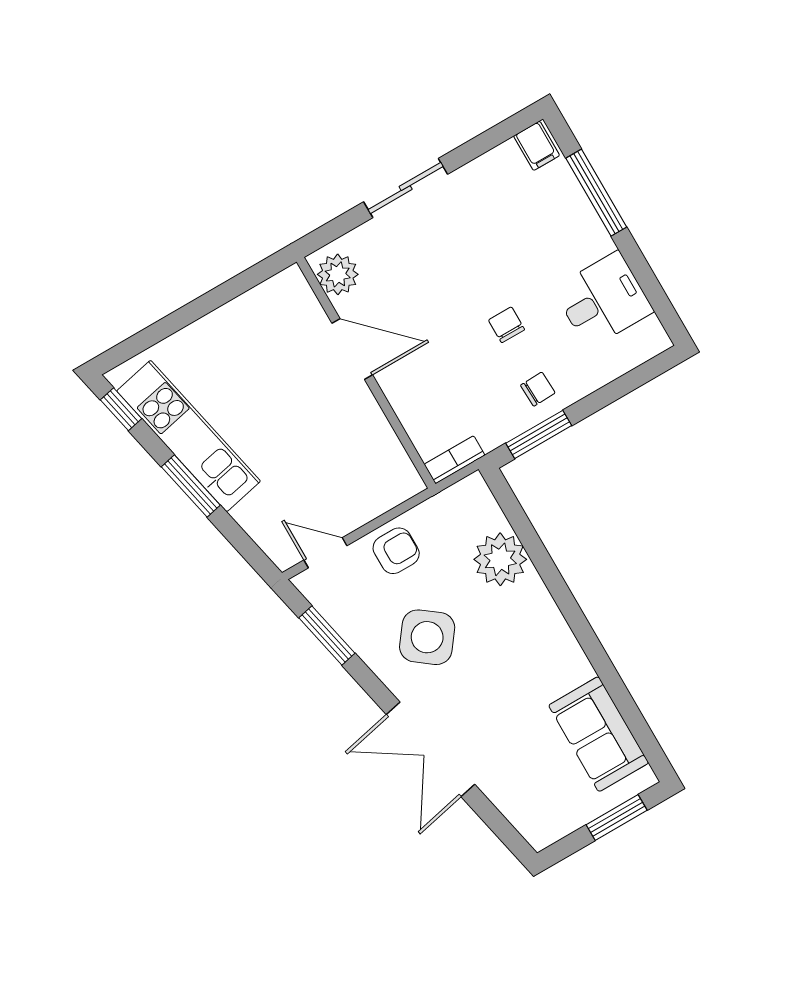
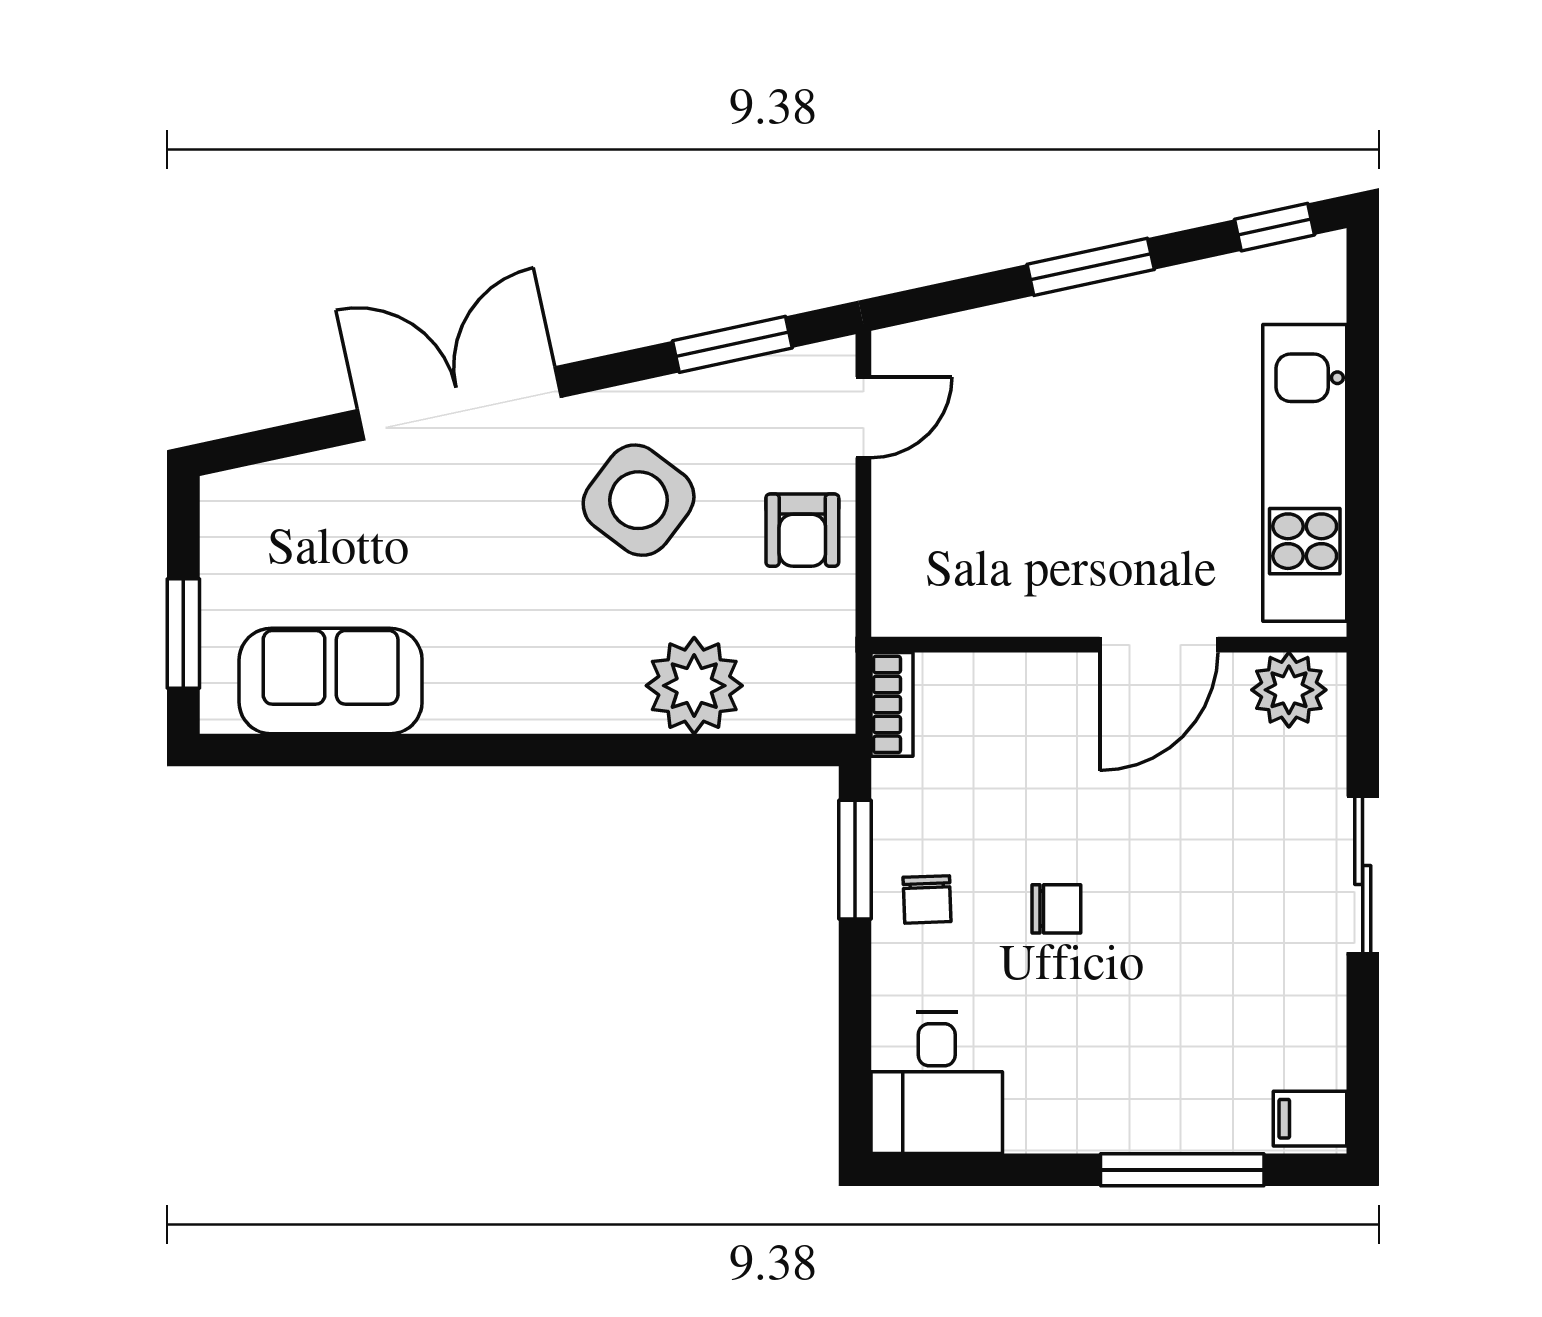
desk: (603, 300) -> (937, 1083), moved
kitchen unit: (189, 436) -> (1305, 473), moved, turned 102

